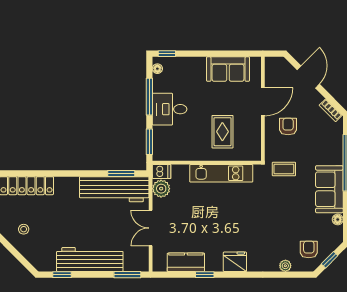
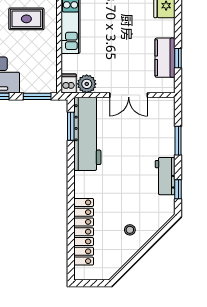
workbench: (90, 259) -> (165, 176), width x0.53, depth x0.76
window: (127, 275) -> (178, 141), moved
window: (205, 275) -> (178, 58), moved

